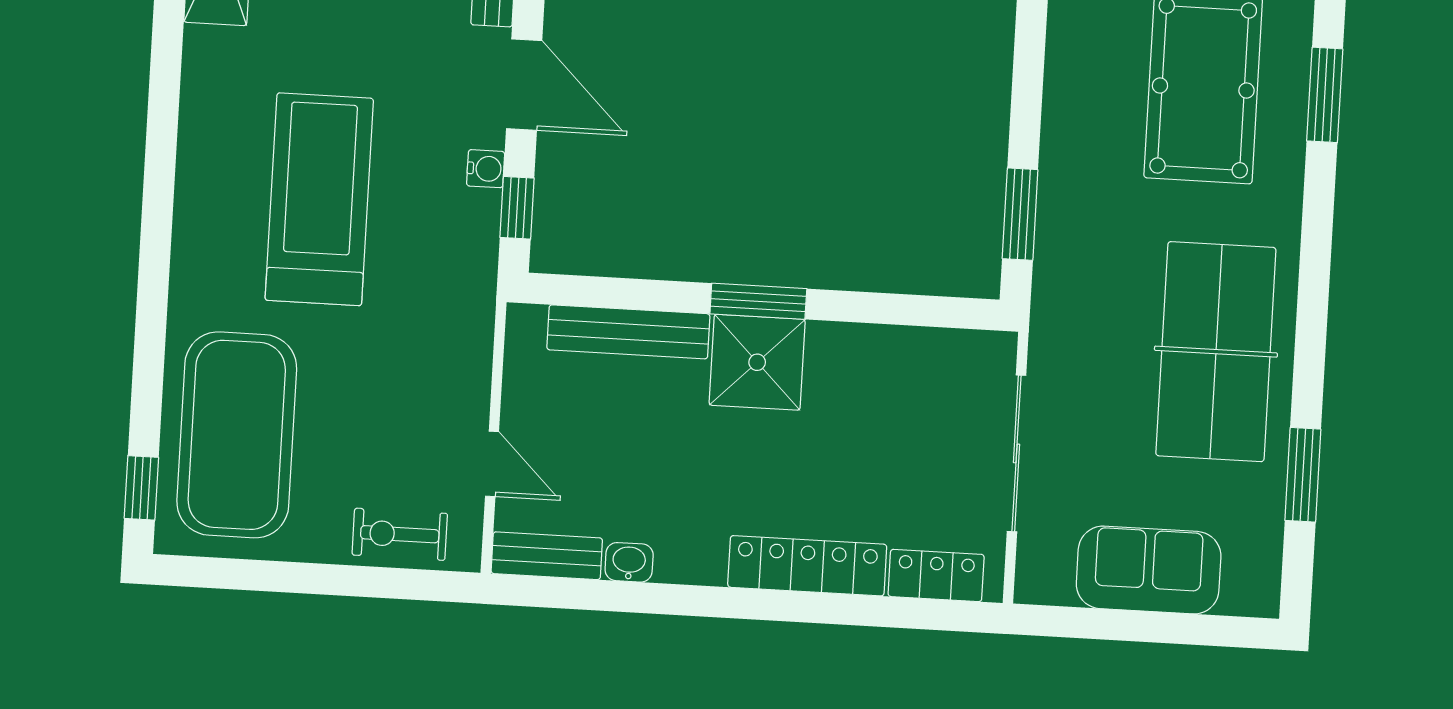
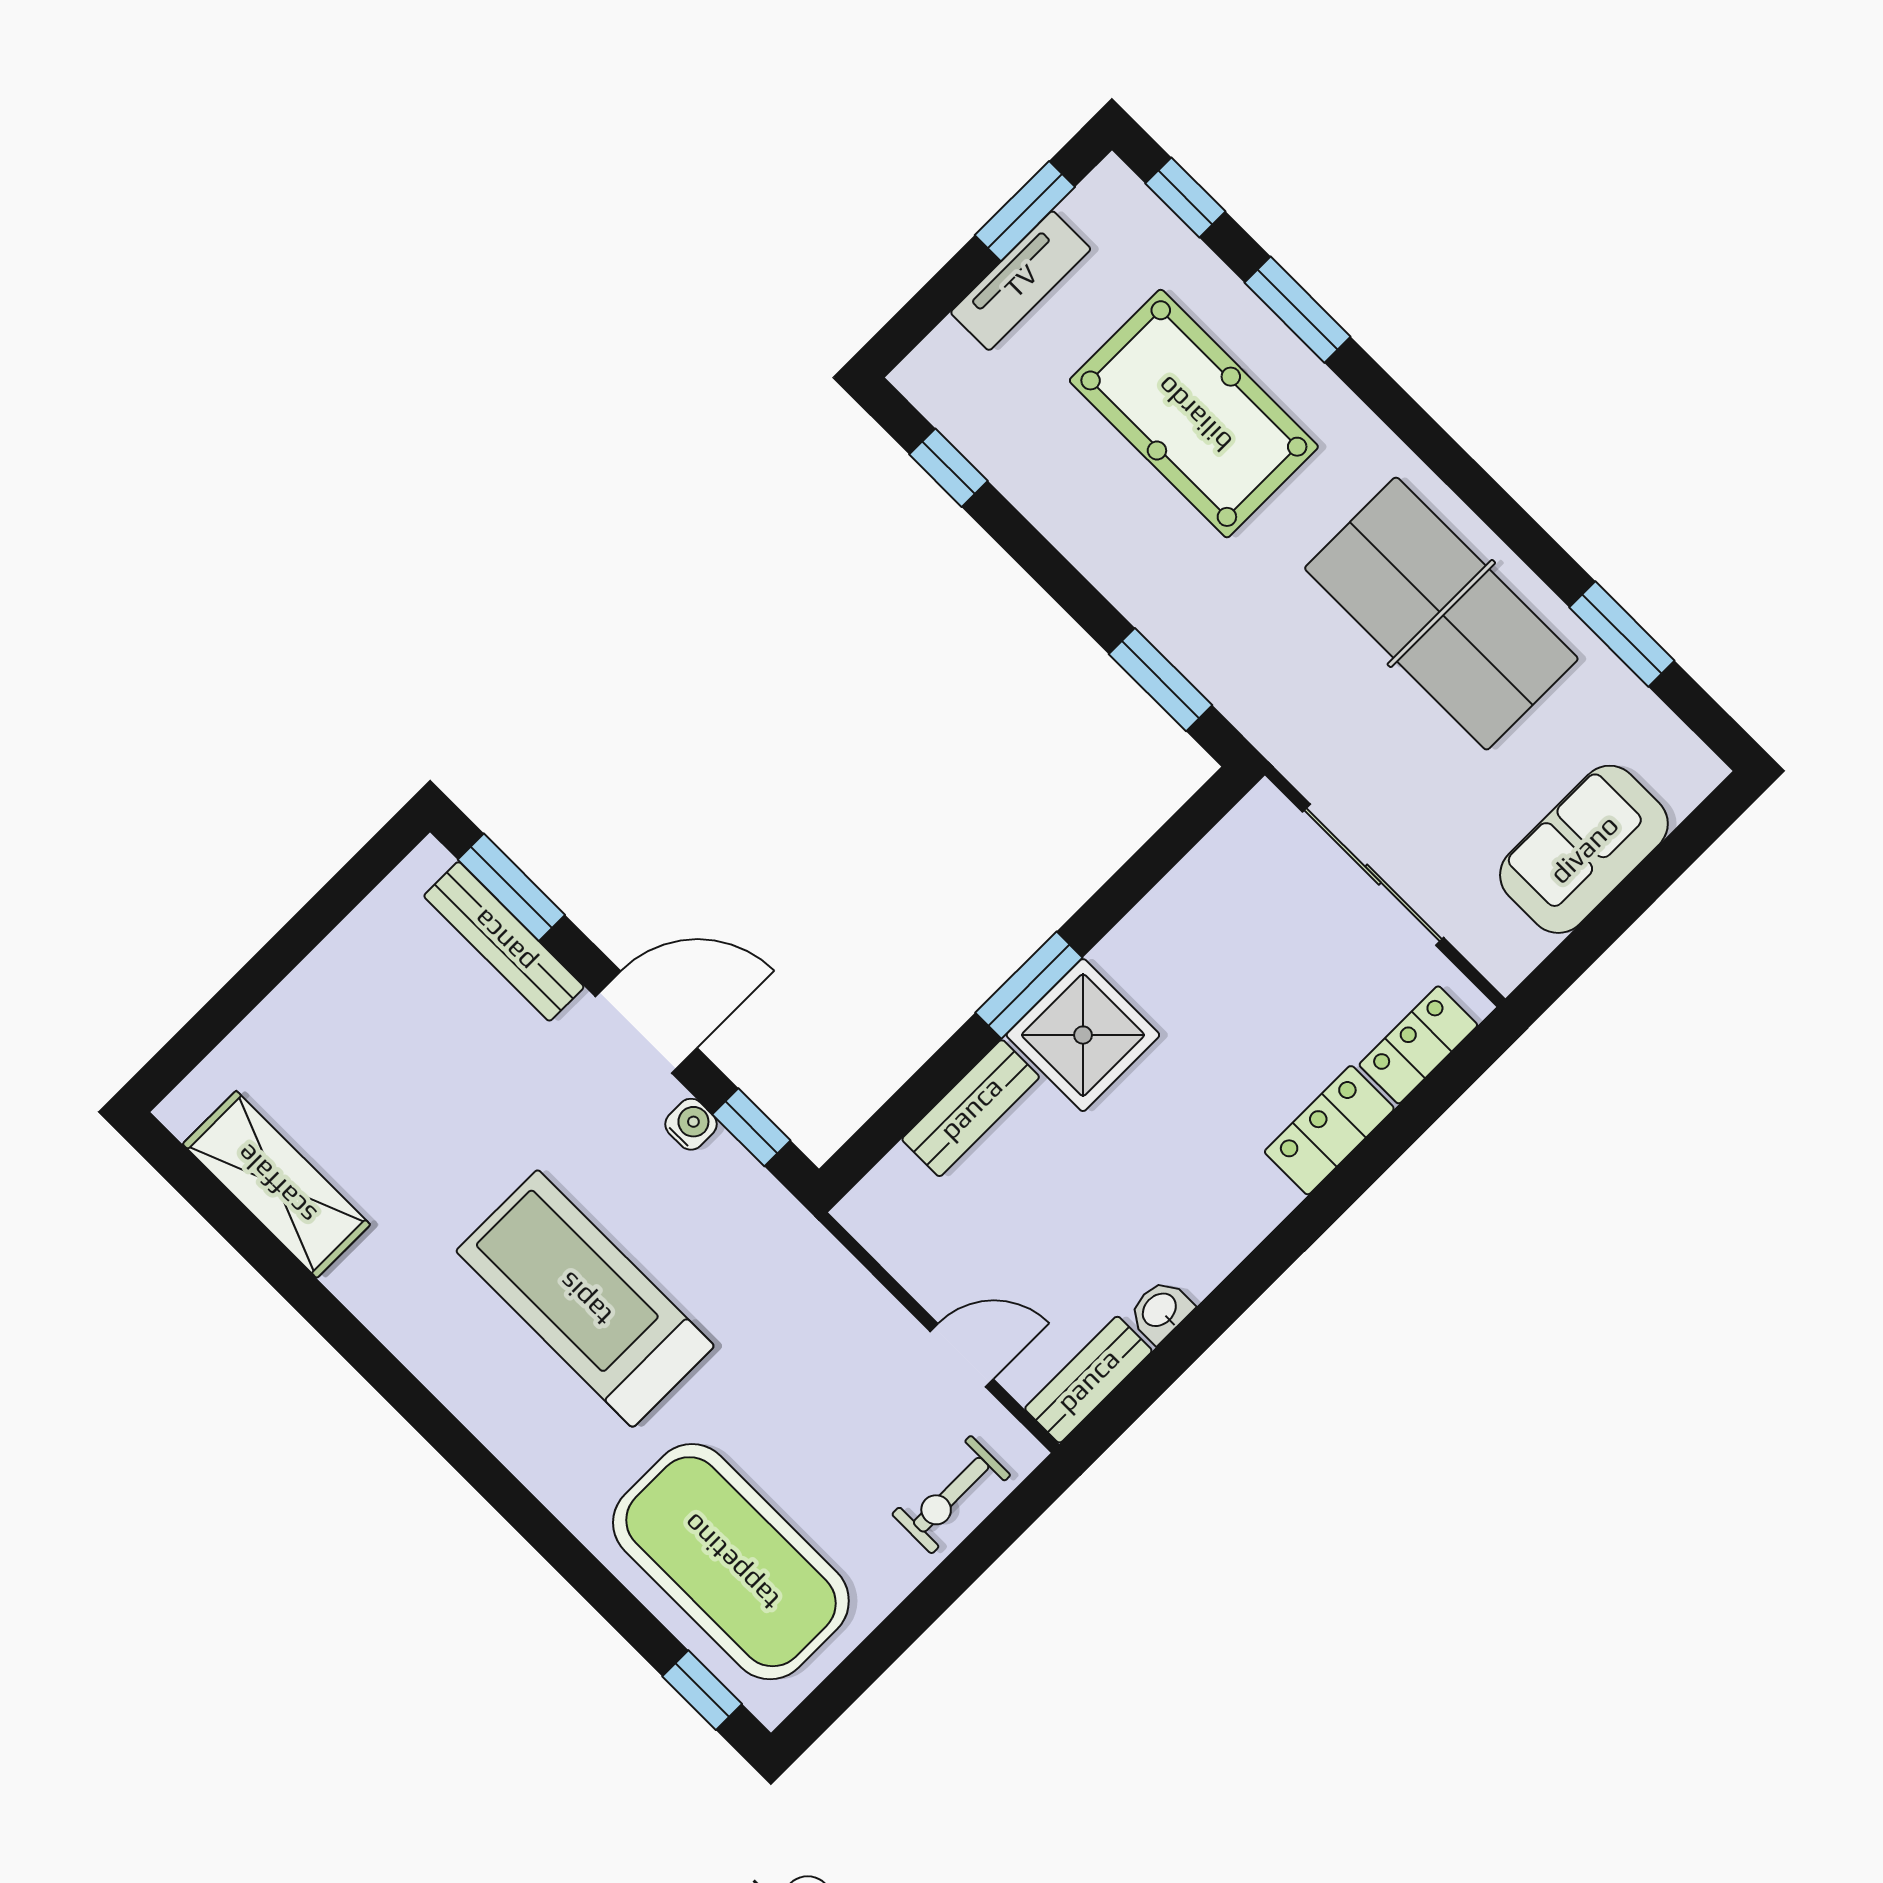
bench: (628, 332) -> (971, 1108), width x0.73
locker: (807, 566) -> (1329, 1130), width x0.66

